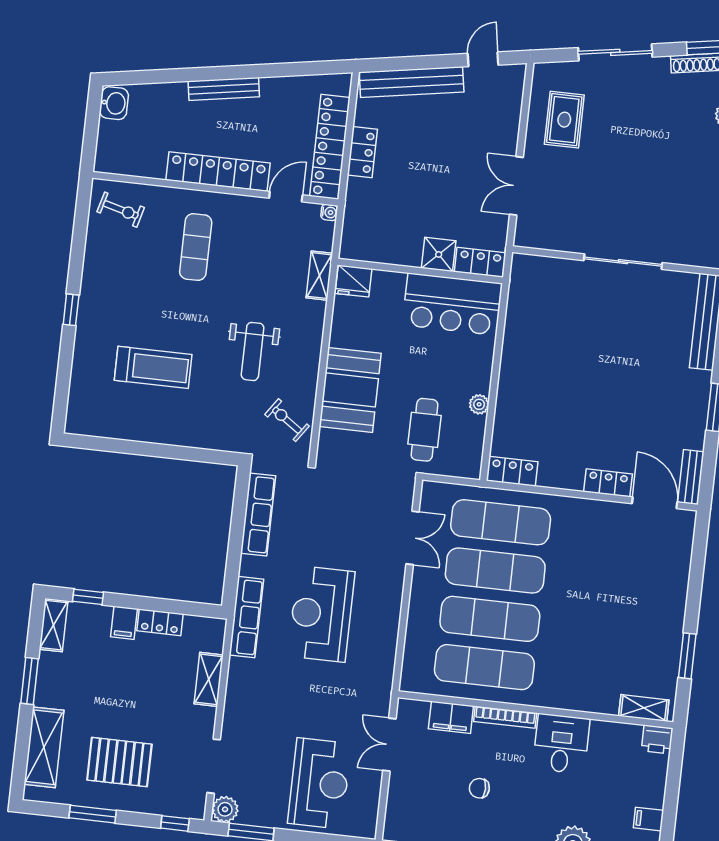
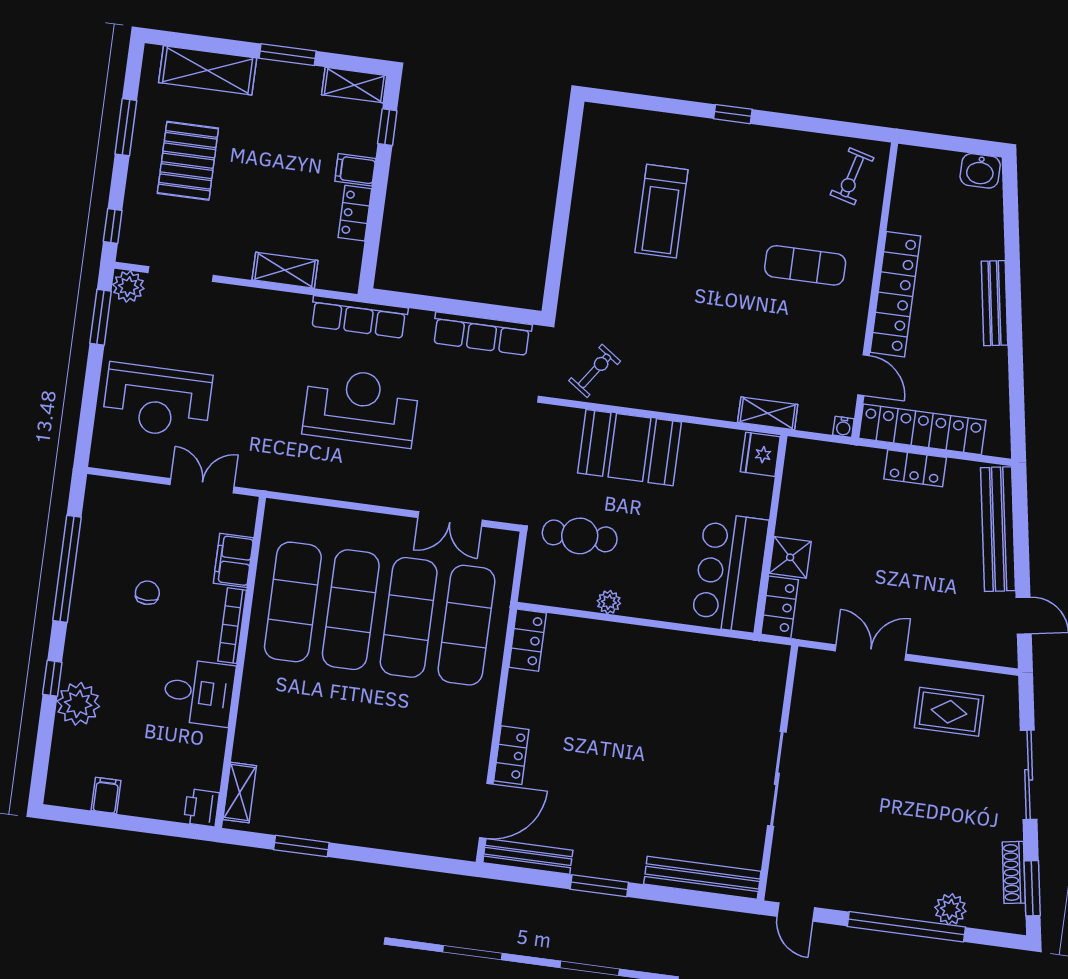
weight bench: (253, 351) -> (678, 331), removed
bench: (691, 477) -> (528, 856), width x1.36

